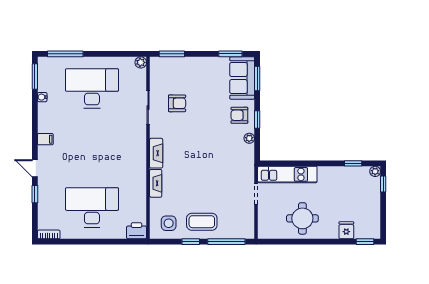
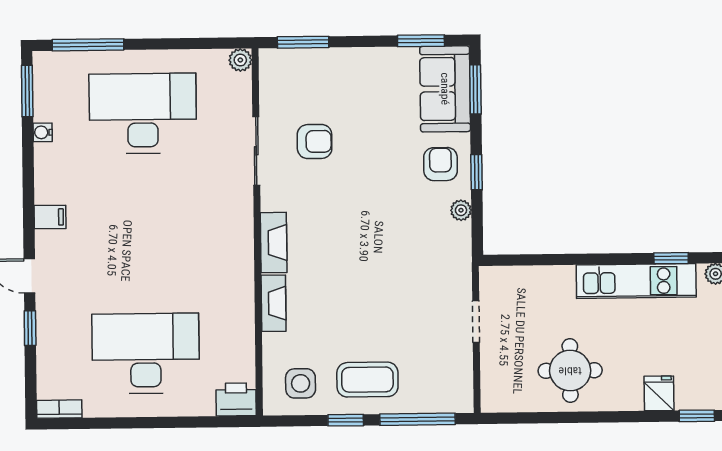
armchair: (239, 115) -> (440, 164), turned 90
kitchen unit: (287, 174) -> (636, 281), moved

